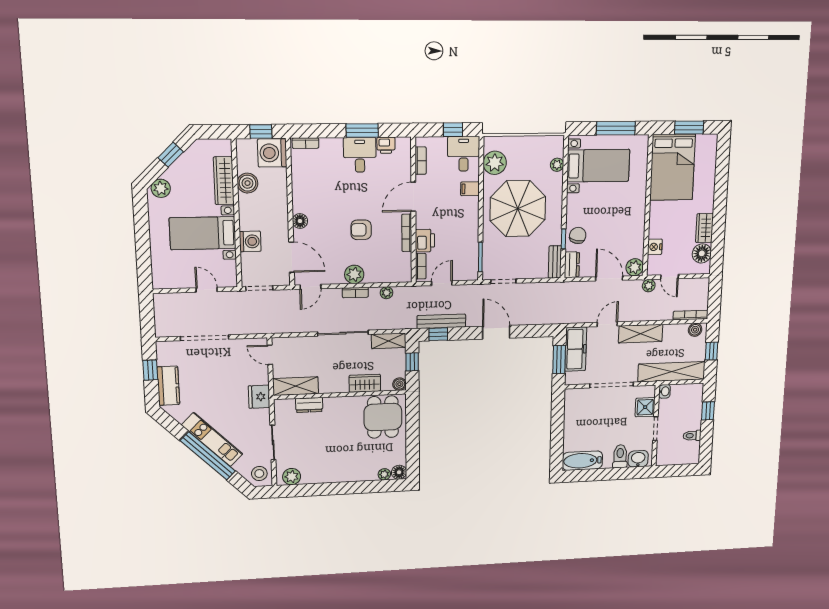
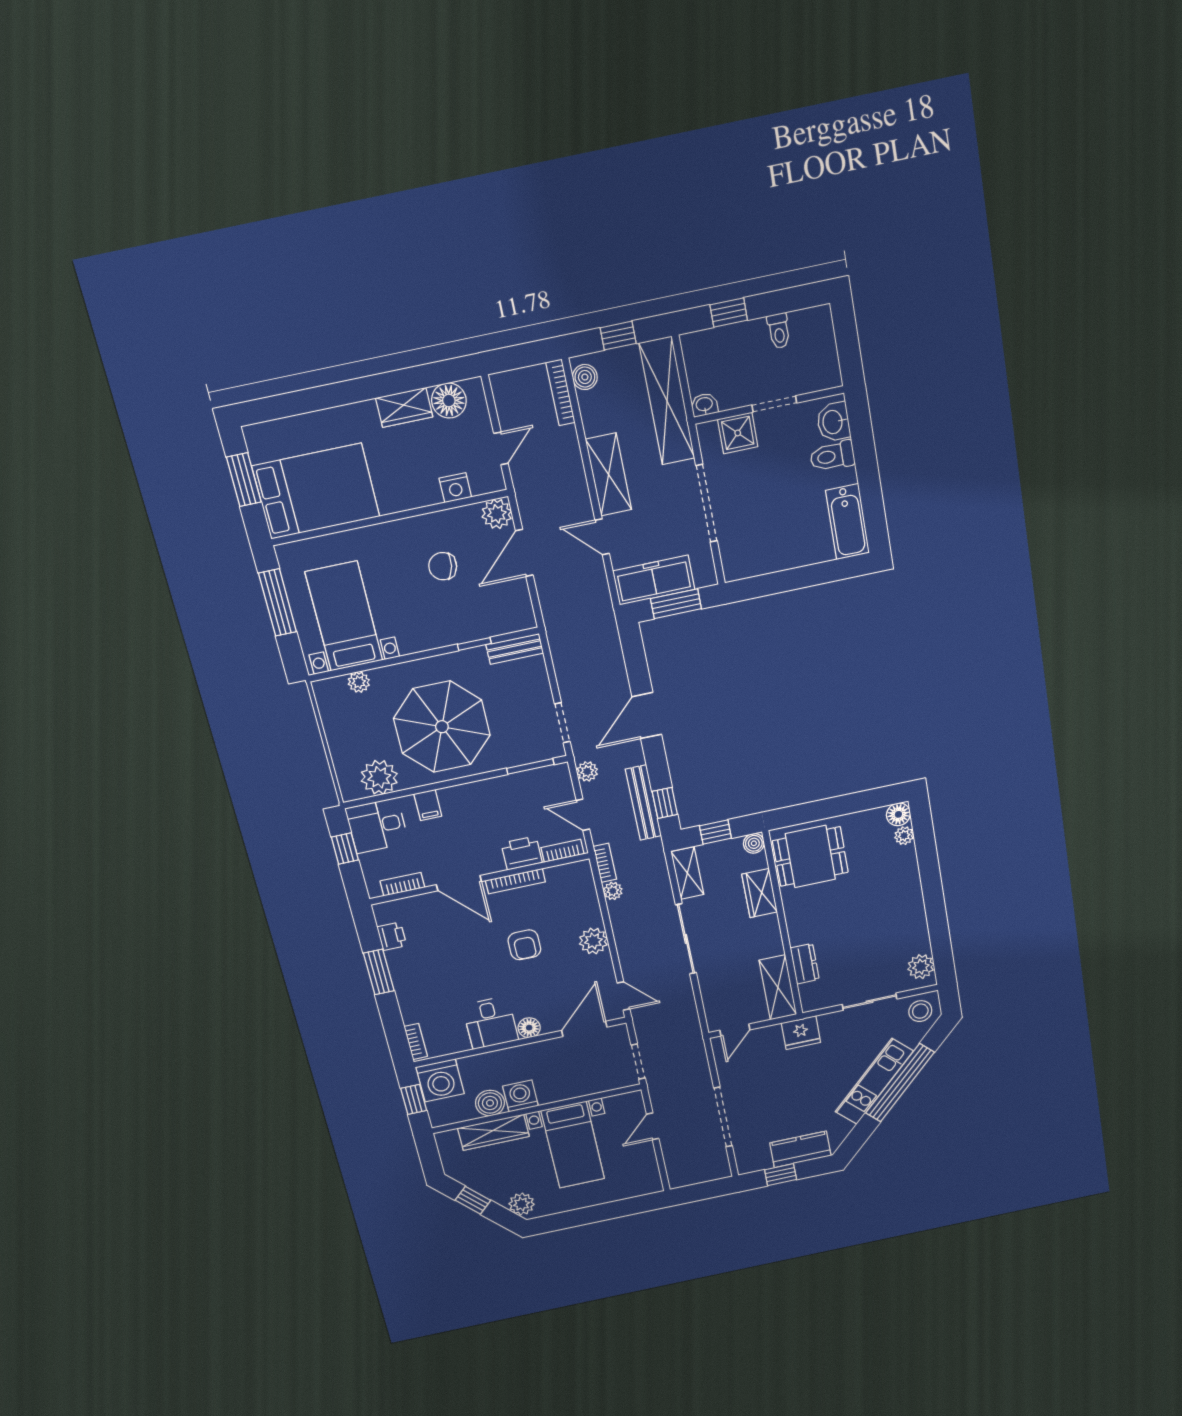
desk: (360, 155) -> (490, 1023), moved, turned -90
chair: (578, 235) -> (443, 566), moved
washing machine: (250, 241) -> (520, 1096), moved
dresser: (572, 265) -> (514, 620), removed
plant: (649, 286) -> (587, 771), moved
bookcase: (355, 293) -> (605, 863), moved

